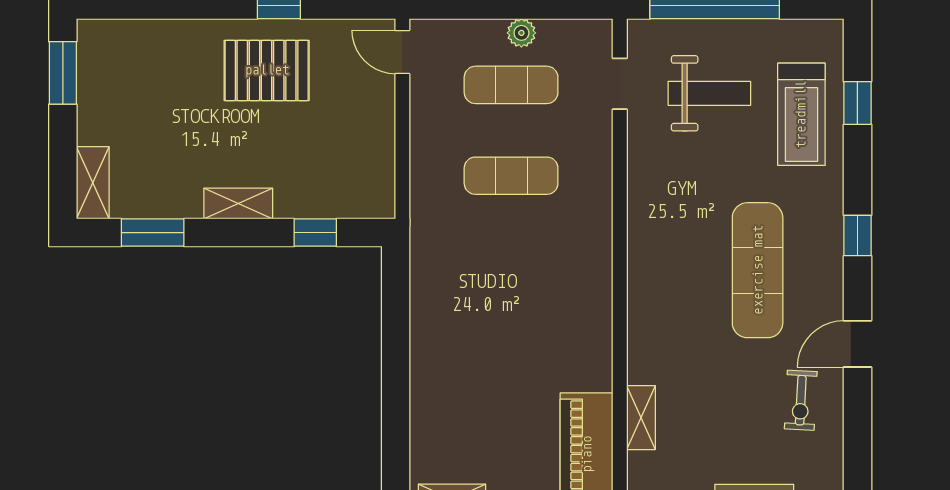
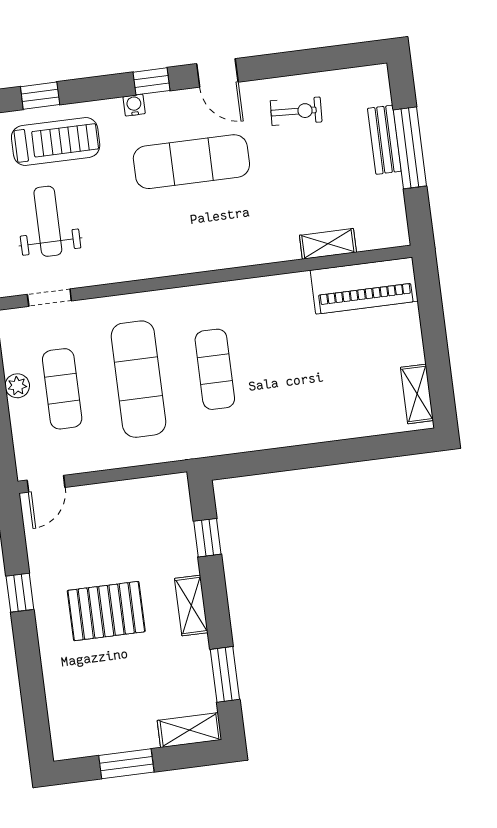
pallet: (267, 70) -> (106, 611), moved, turned 90
window: (63, 73) -> (126, 764), moved
exercise mat: (511, 176) -> (138, 379), width x1.36, depth x1.45
water cooler: (832, 212) -> (134, 105), added
exercise mat: (511, 267) -> (215, 369), added
door: (857, 344) -> (217, 73), moved

